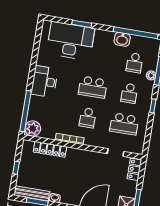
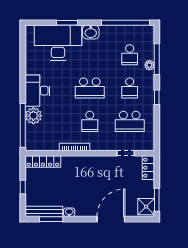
washbasin: (122, 39) -> (91, 32), moved
plant: (33, 129) -> (33, 116), moved
locker: (50, 149) -> (43, 162), moved

